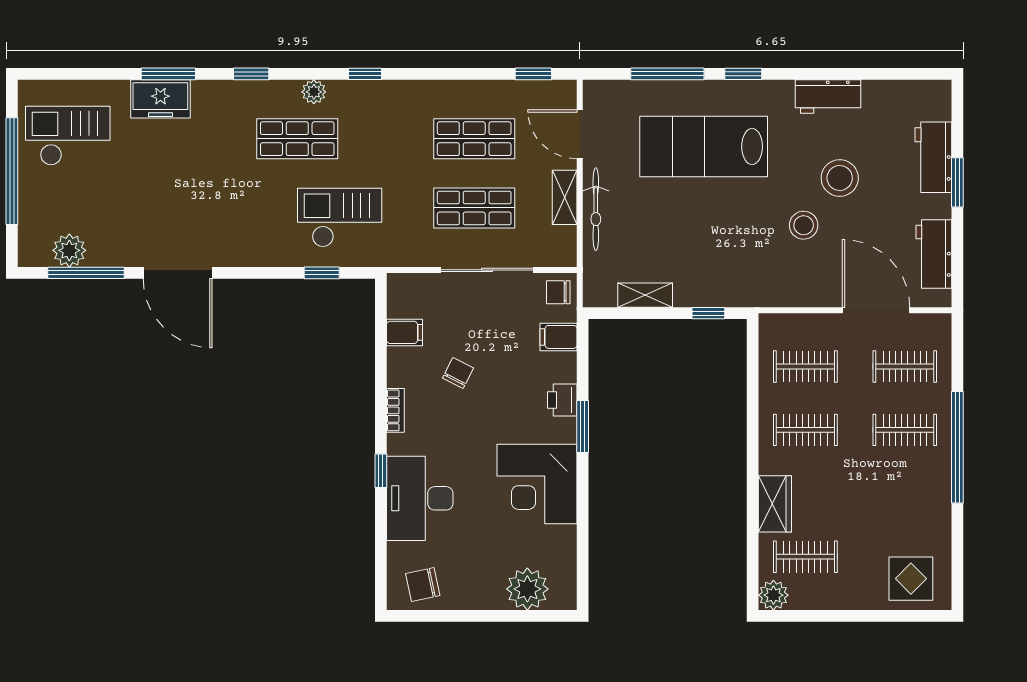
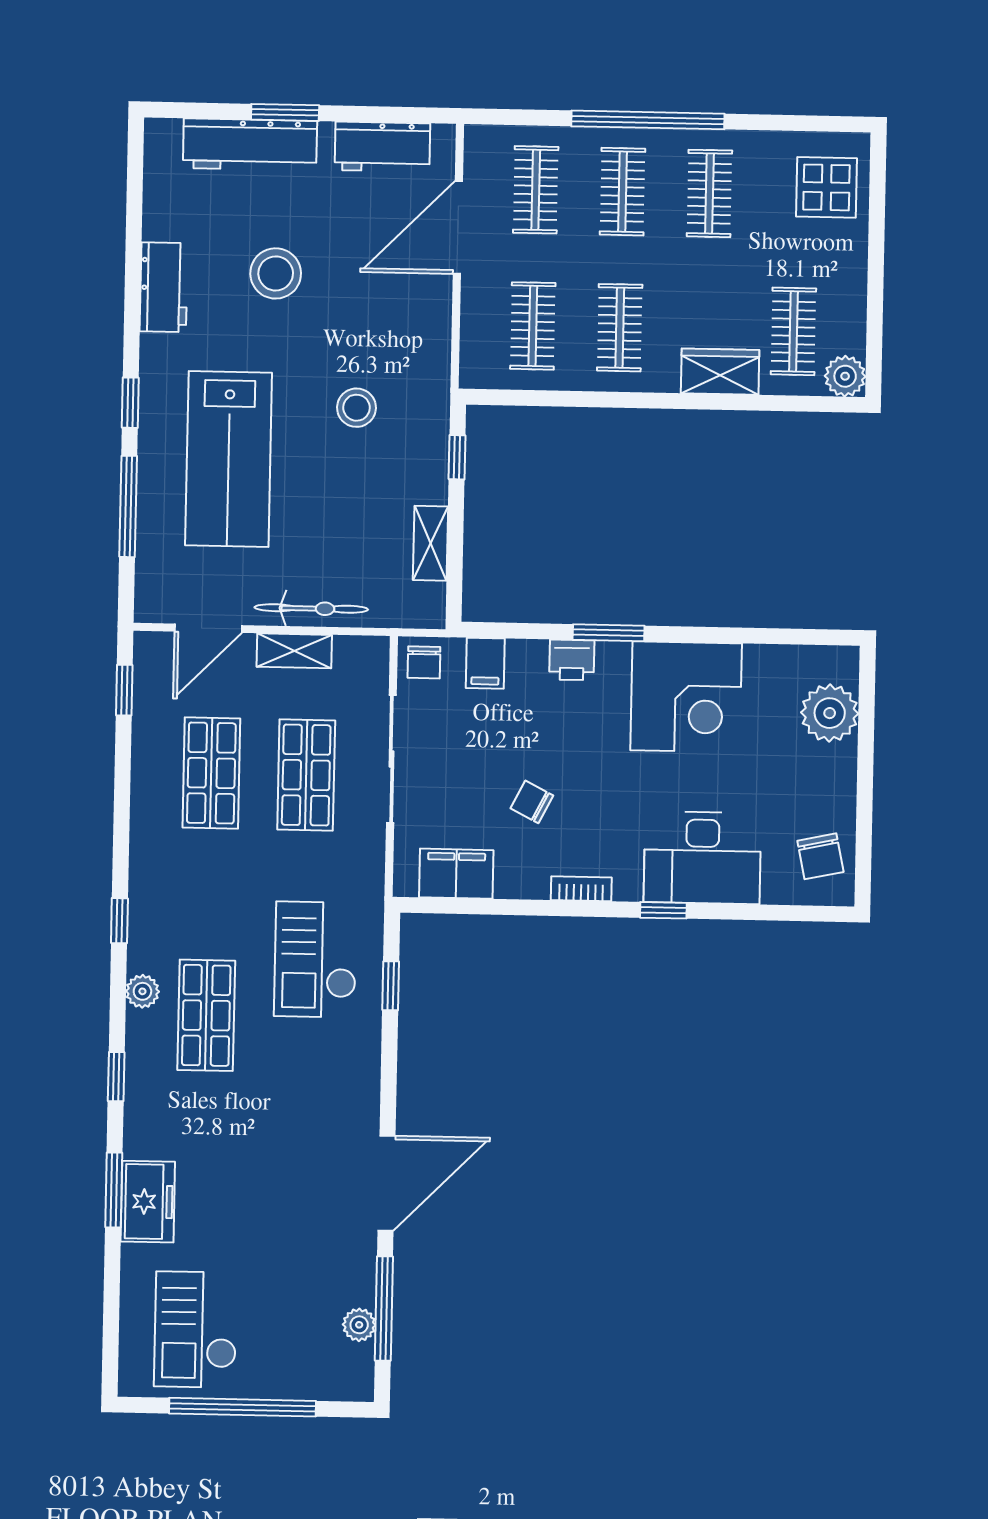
workbench: (933, 157) -> (250, 145), width x1.38
stool: (804, 225) -> (356, 408), moved
plant: (69, 250) -> (359, 1325), width x0.73, depth x0.73
filing cabinet: (404, 332) -> (456, 874), width x2.00
clothes rail: (905, 493) -> (709, 193), added

